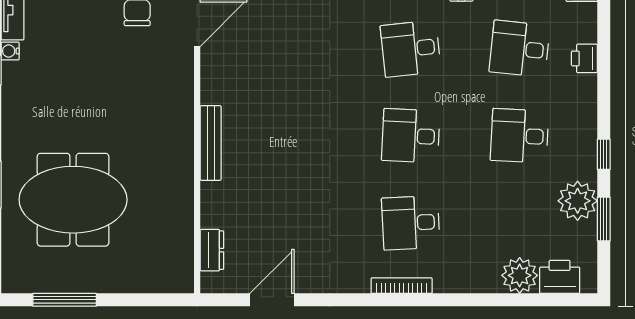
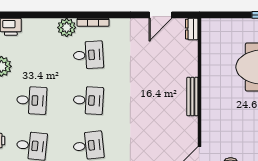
dresser: (212, 250) -> (192, 29), moved
plant: (520, 275) -> (67, 28), moved

